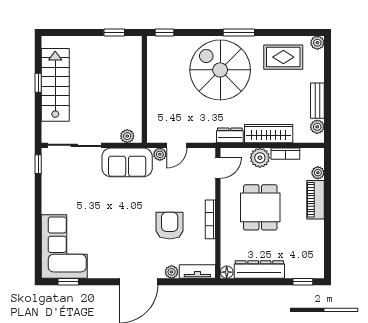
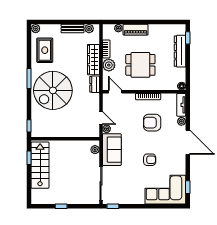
stairs: (55, 85) -> (40, 165), moved, turned 90
armchair: (111, 222) -> (150, 160), added
dresser: (259, 269) -> (180, 51), moved

